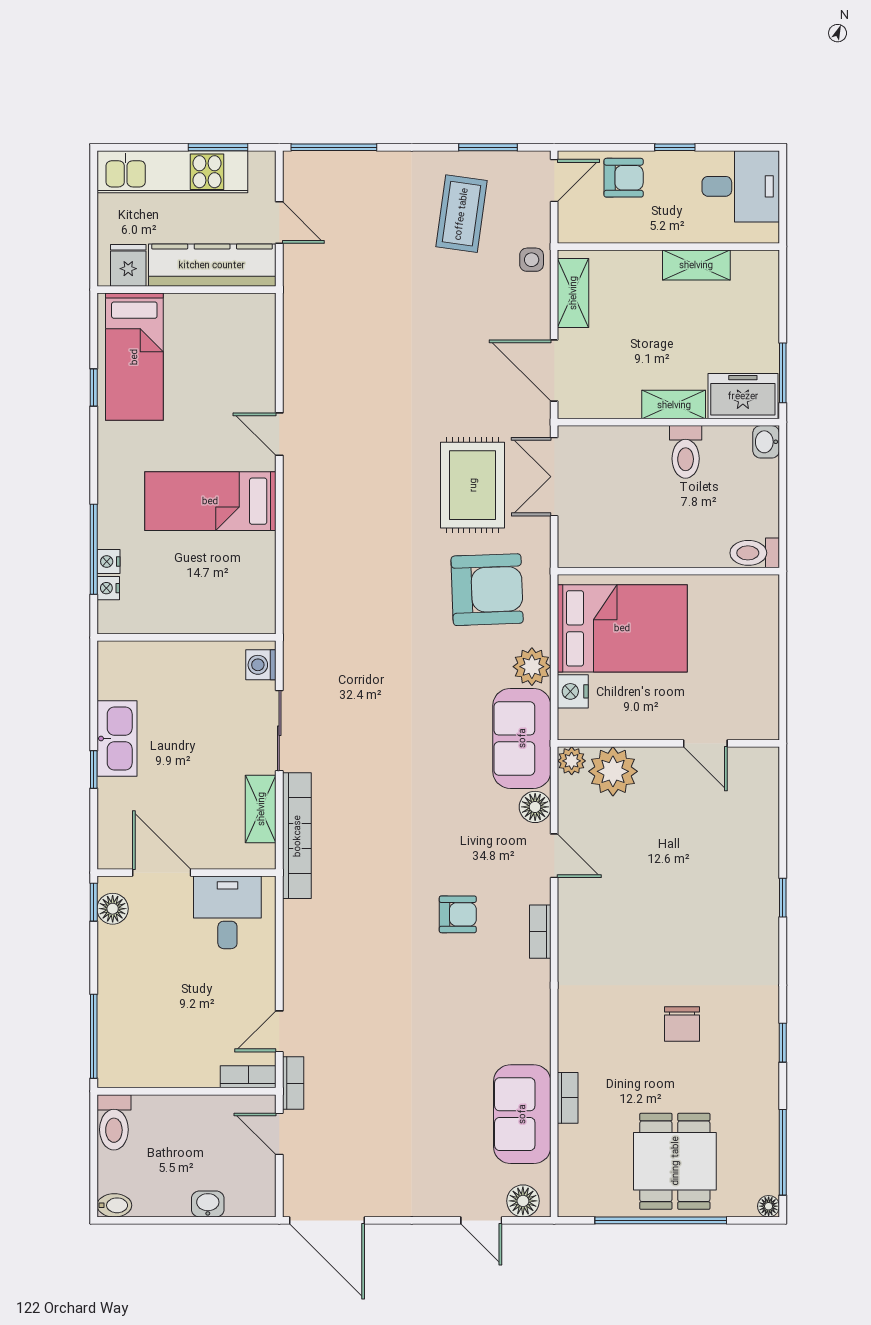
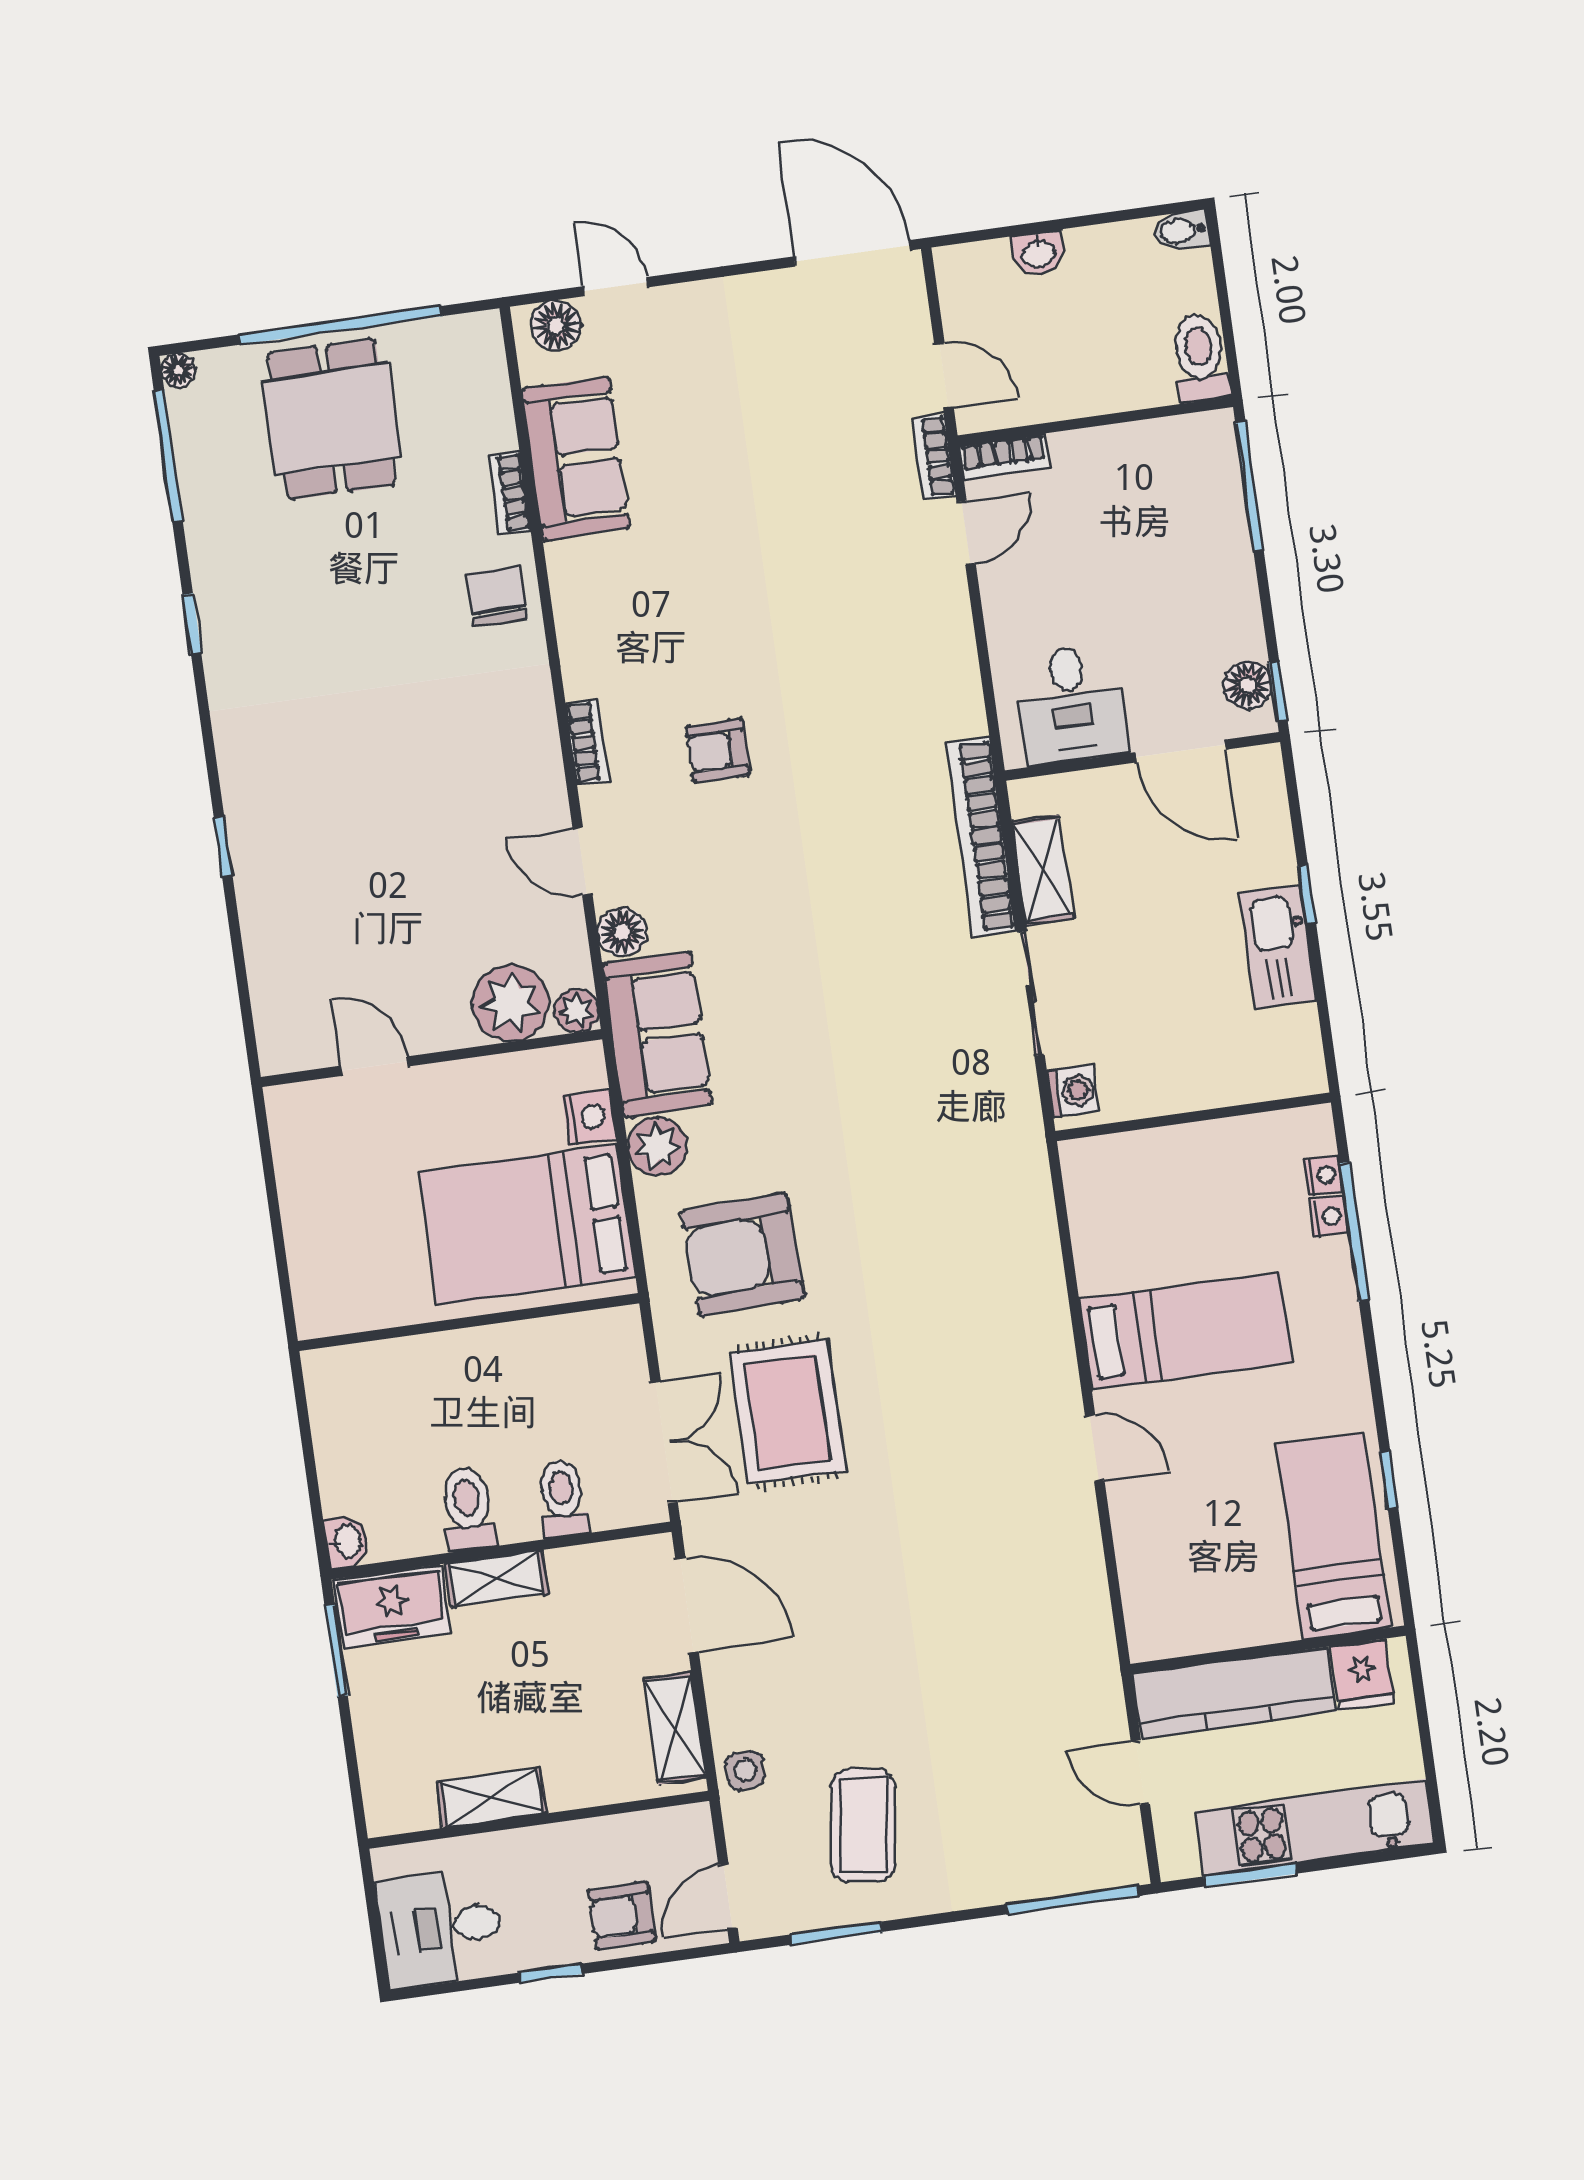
toilet: (755, 553) -> (562, 1498), moved, turned -90
chair: (682, 1024) -> (497, 596), moved

